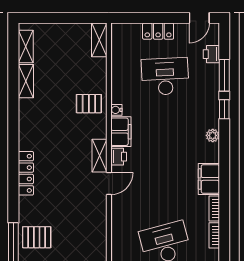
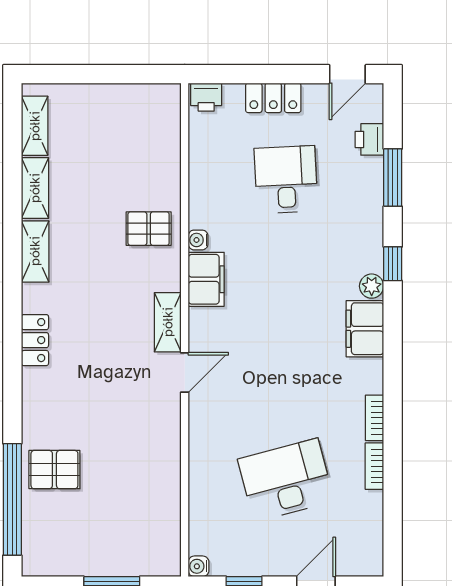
shelving: (99, 40) -> (35, 251), moved
desk: (165, 76) -> (286, 180), width x0.73
window: (224, 109) -> (393, 264), moved
printer: (119, 157) -> (206, 97), moved, turned 90
locker: (26, 173) -> (35, 340), width x0.66
filing cabinet: (209, 179) -> (365, 329), moved

